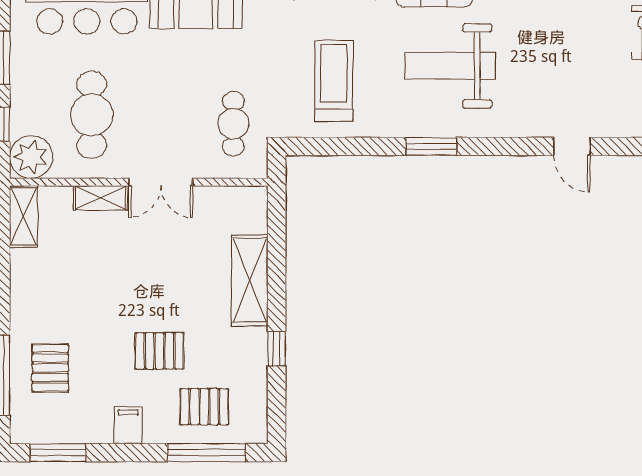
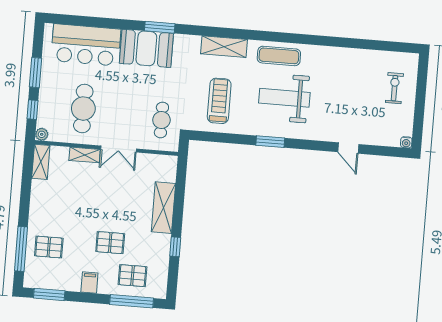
plant: (31, 157) -> (42, 134), width x0.53, depth x0.53
pallet: (50, 368) -> (49, 247), turned 90

